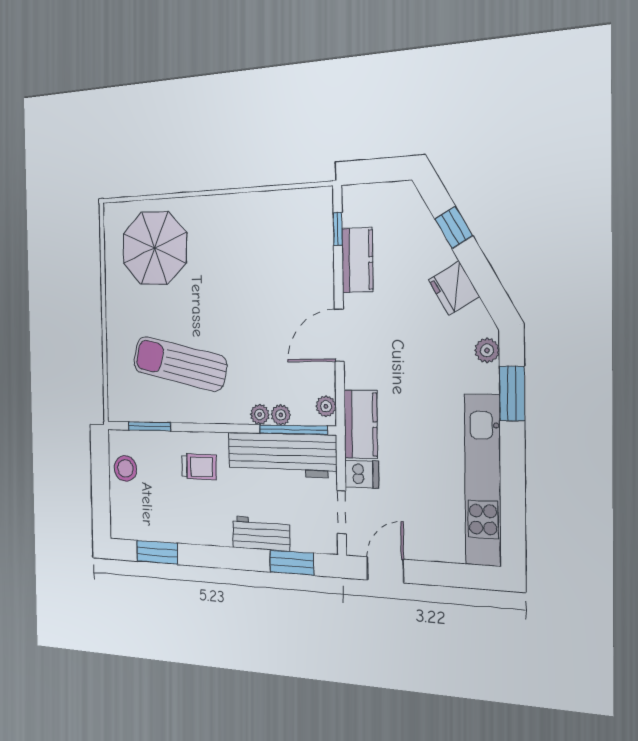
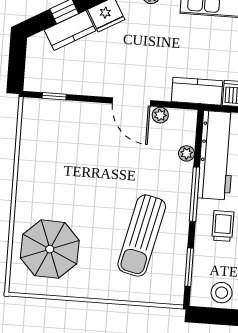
kitchen counter: (357, 260) -> (70, 30), moved, turned 151
plant: (326, 406) -> (160, 115), moved
plant: (260, 414) -> (185, 171), removed
window: (293, 430) -> (194, 194), moved

